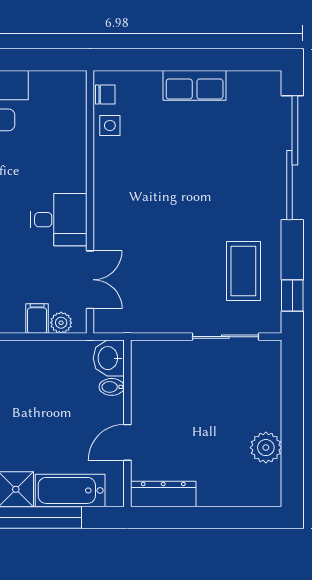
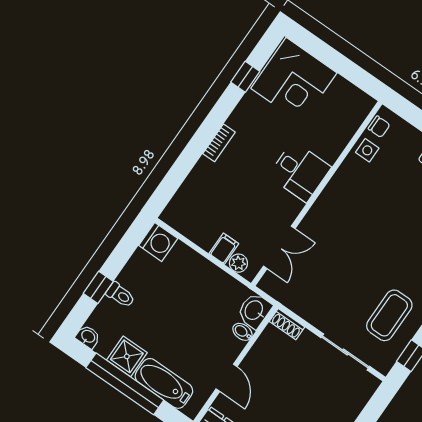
desk: (59, 220) -> (300, 172), moved
shoe rack: (150, 349) -> (287, 324), added
door: (127, 442) -> (227, 378), swing flipped

